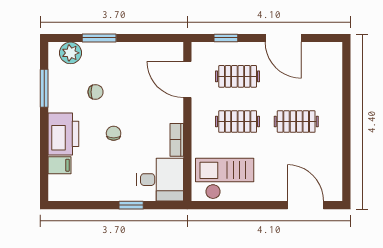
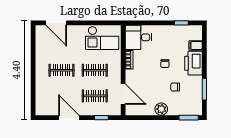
window: (99, 38) -> (189, 118), moved
plant: (70, 53) -> (161, 109), moved
window: (131, 205) -> (181, 23), moved

